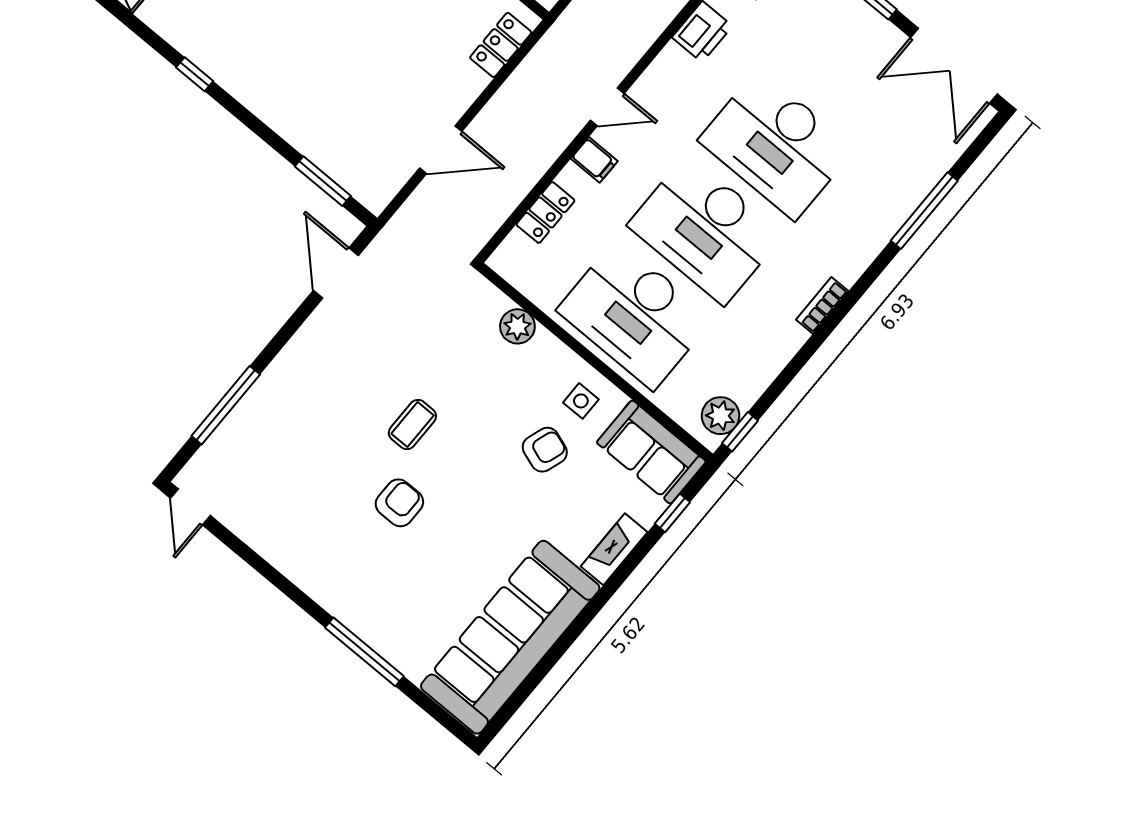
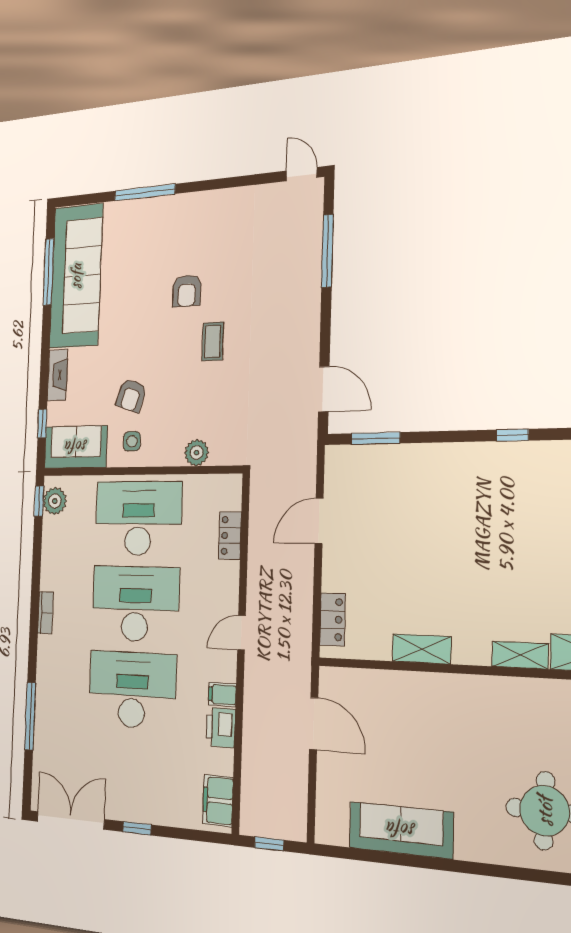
filing cabinet: (594, 160) -> (222, 695), moved
window: (539, 673) -> (48, 272), added

